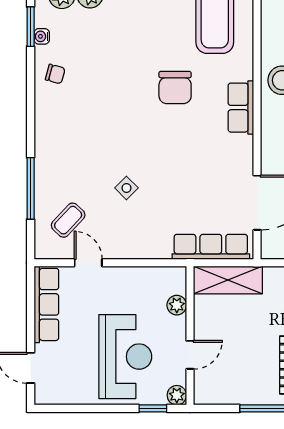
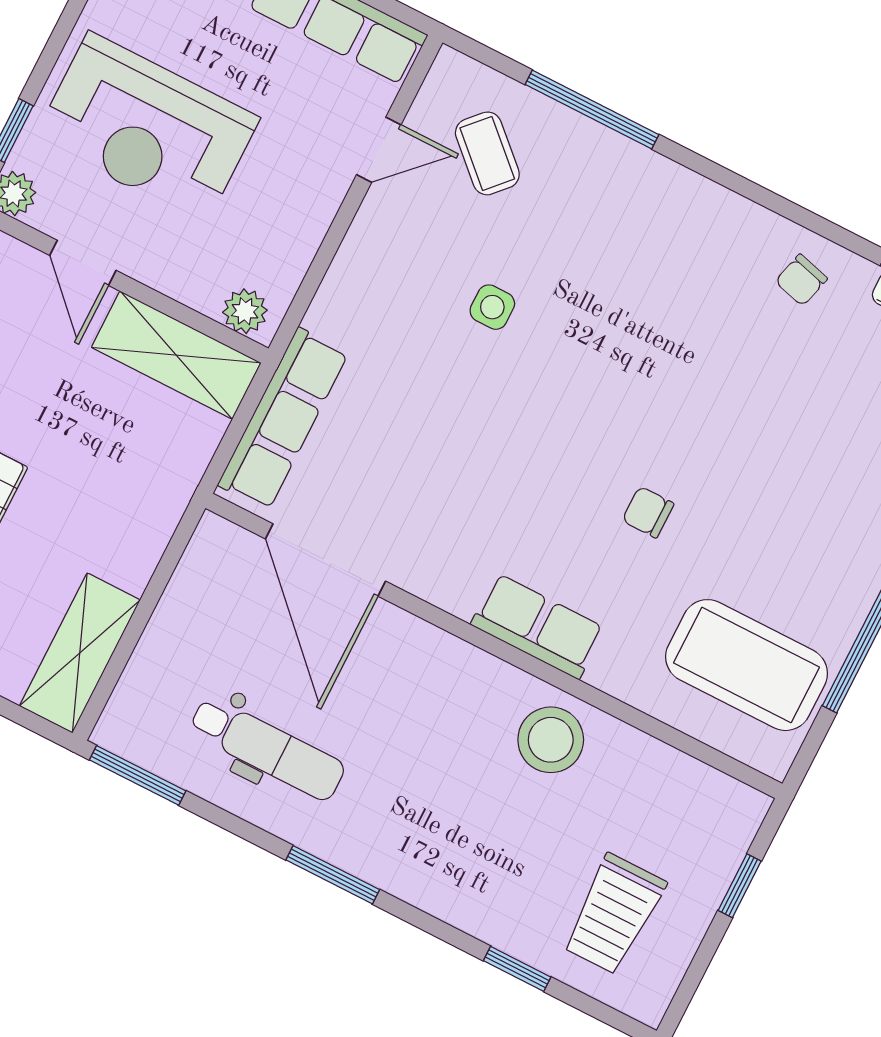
chair: (175, 88) -> (648, 512), width x0.54, depth x0.54
side table: (126, 188) -> (492, 307), turned 45
shelving: (228, 280) -> (176, 355), moved, turned 90
plant: (177, 305) -> (245, 311), moved

